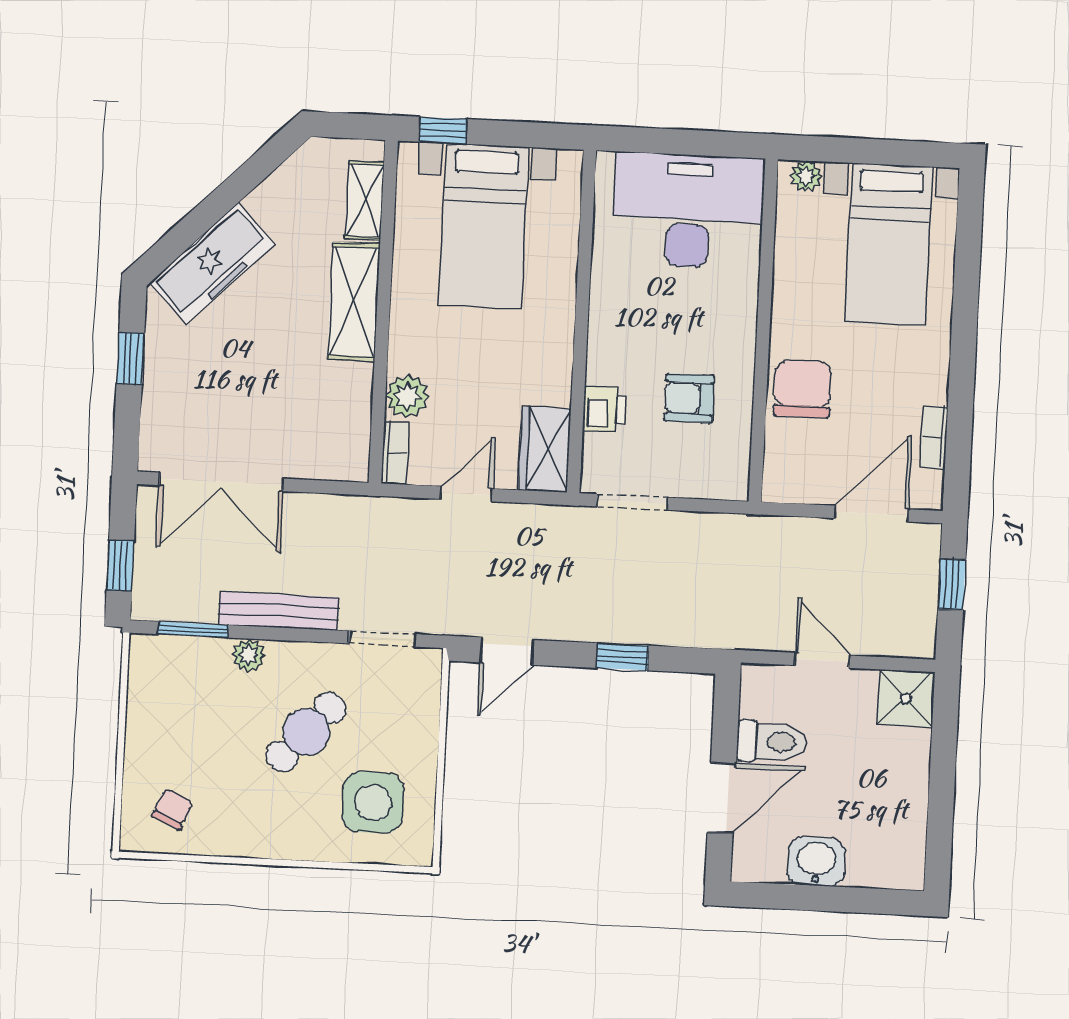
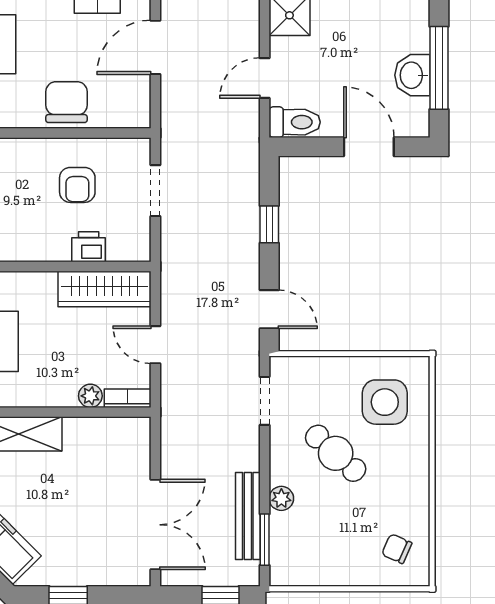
chair: (803, 389) -> (66, 102), turned 90
plant: (407, 396) -> (90, 396), width x0.73, depth x0.73
wardrobe: (545, 449) -> (104, 289), width x1.50
doorway: (632, 502) -> (155, 191), moved
door: (871, 514) -> (155, 47), hinge flipped
bench: (279, 611) -> (248, 516), moved
toilet: (772, 742) -> (295, 122), moved, turned 90
window: (824, 899) -> (439, 68), added

